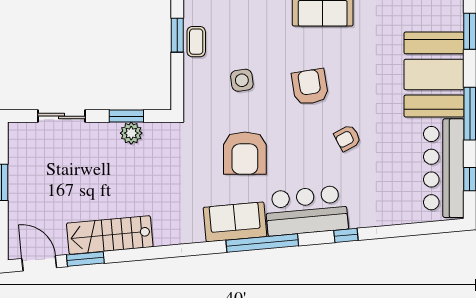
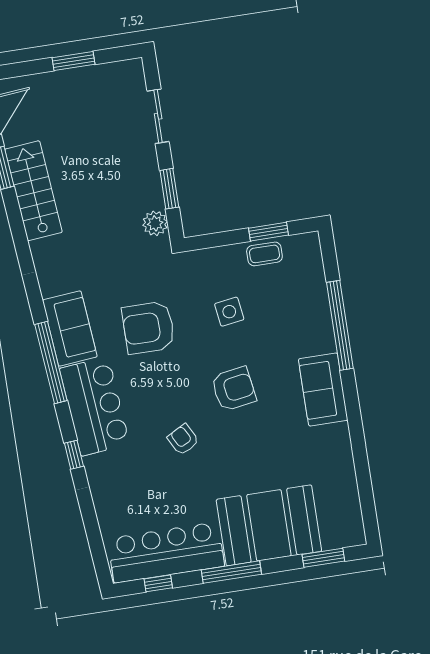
plant: (131, 133) -> (155, 223), moved

